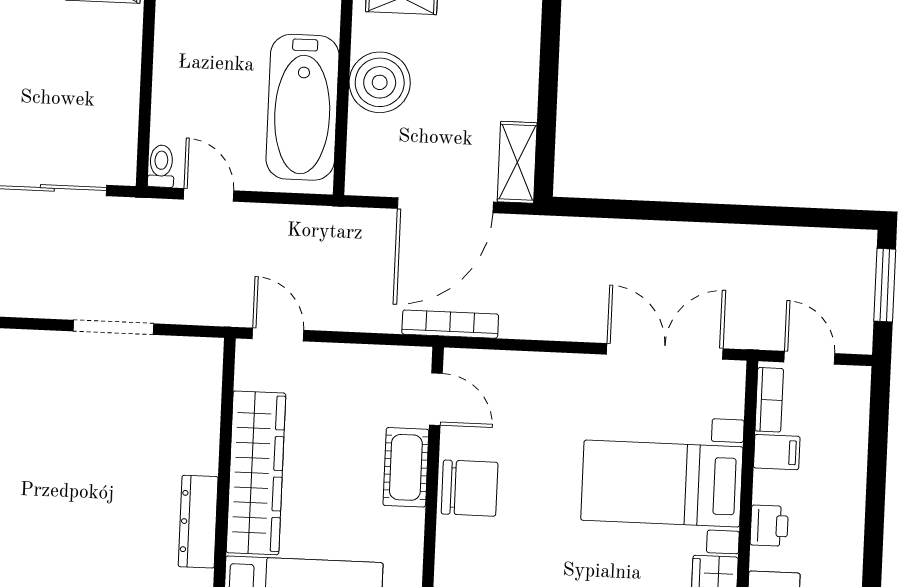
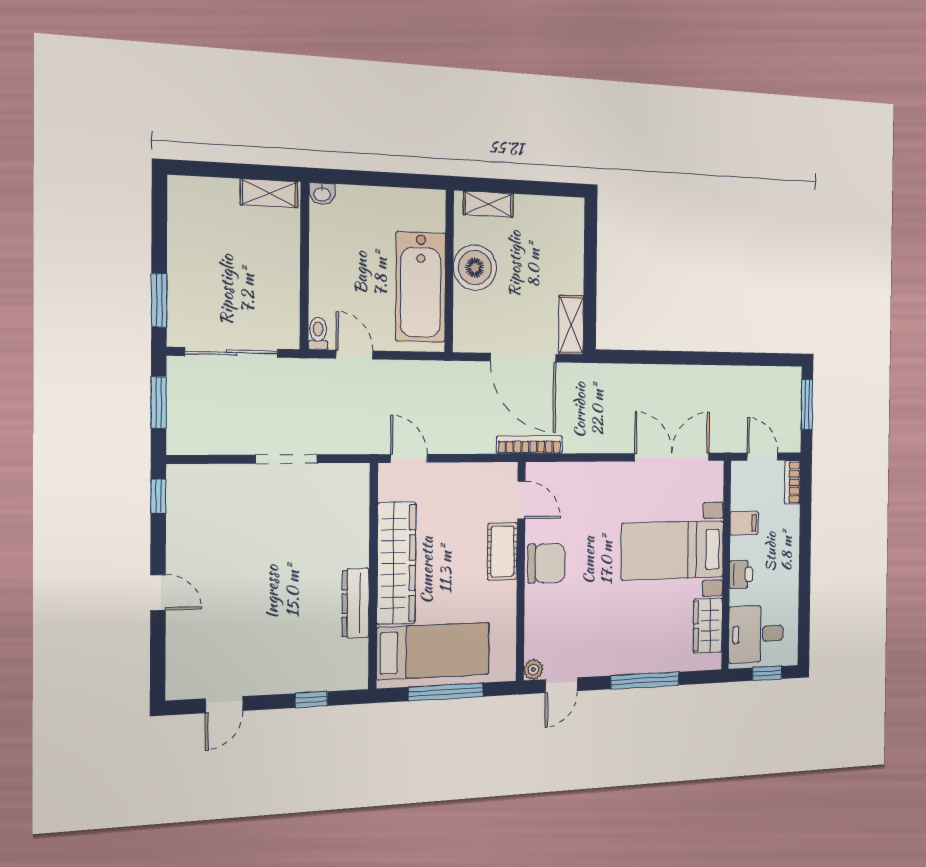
door: (445, 205) -> (523, 358), hinge flipped
bookcase: (769, 400) -> (792, 482), moved, turned 180

